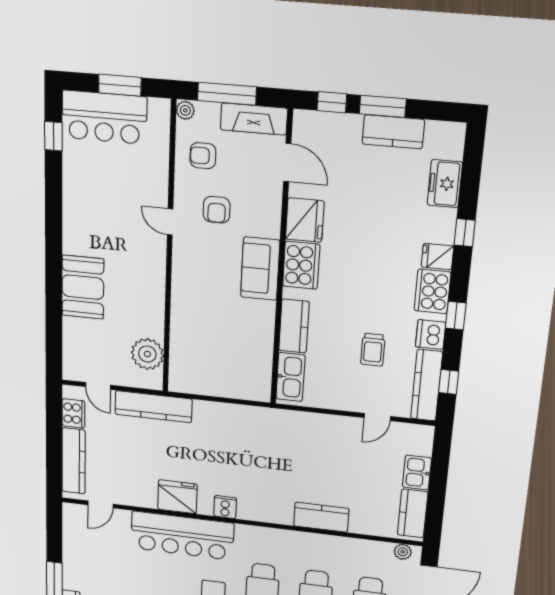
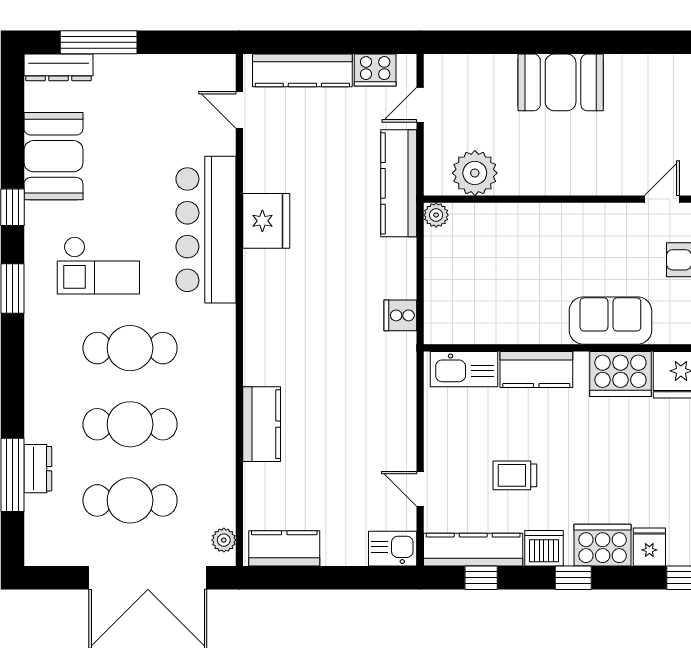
plant: (177, 384) -> (436, 215), added
kitchen sink: (417, 472) -> (393, 549), moved
cooker: (225, 507) -> (400, 315), moved, turned 180

